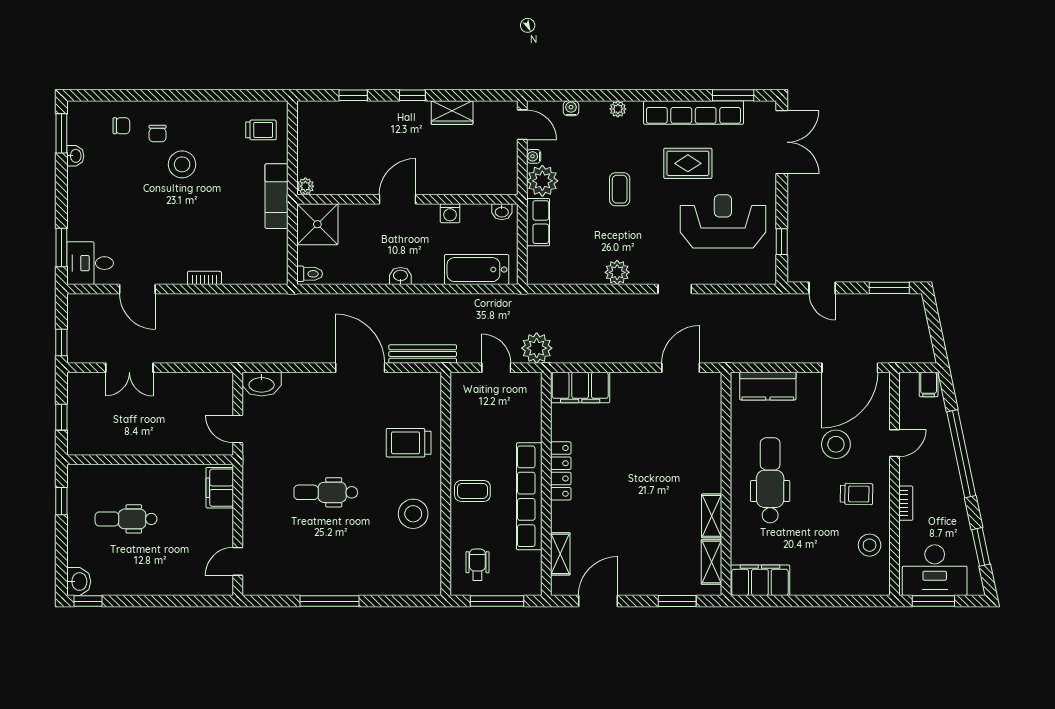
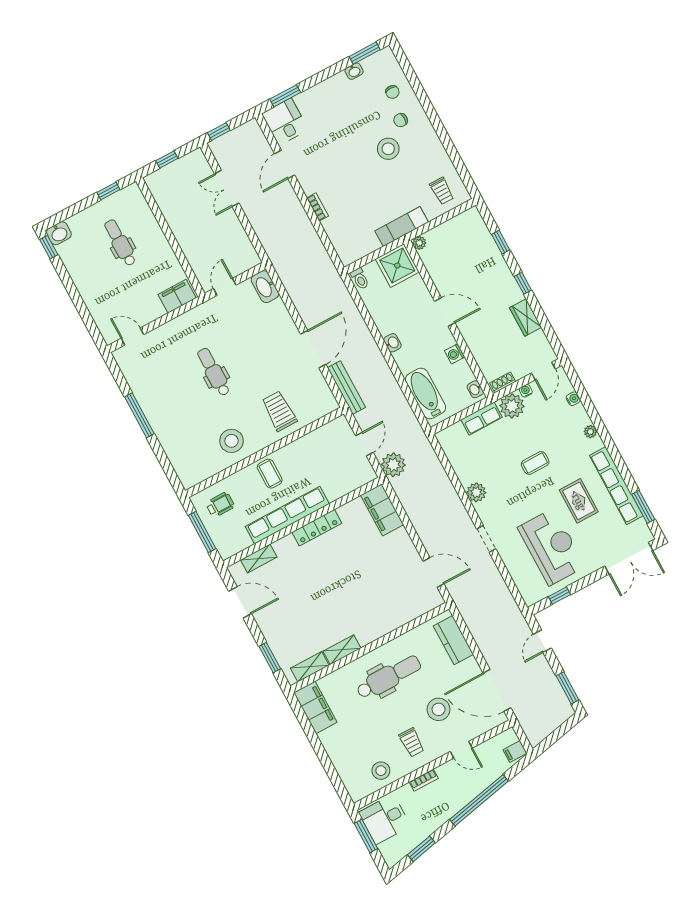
shoe rack: (511, 177) -> (503, 382), added
desk: (935, 570) -> (385, 819), width x0.73

